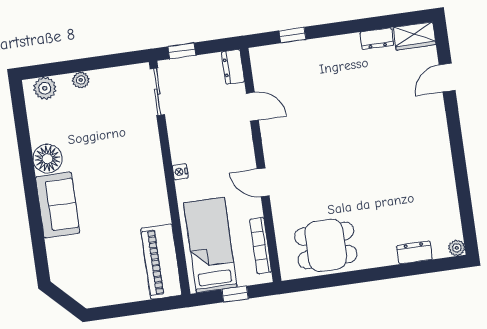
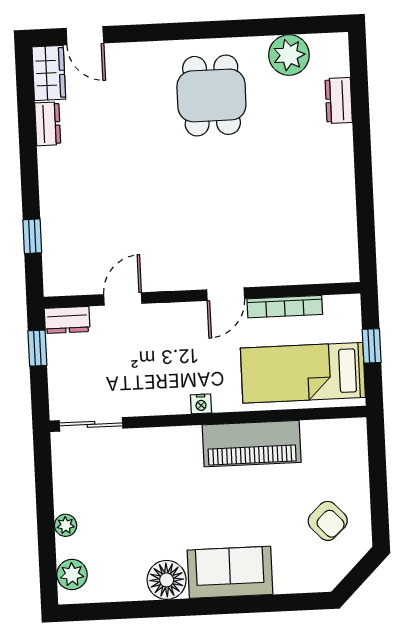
window: (182, 51) -> (37, 348), moved
door: (447, 78) -> (85, 36), moved
dining table: (326, 245) -> (211, 95), moved
bookcase: (261, 246) -> (285, 307), moved
plant: (457, 248) -> (289, 55), moved, width x1.87, depth x1.87
piano: (161, 262) -> (252, 444), moved
armchair: (102, 274) -> (328, 521), added

